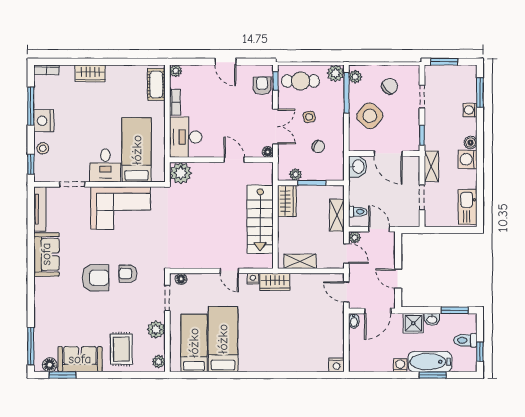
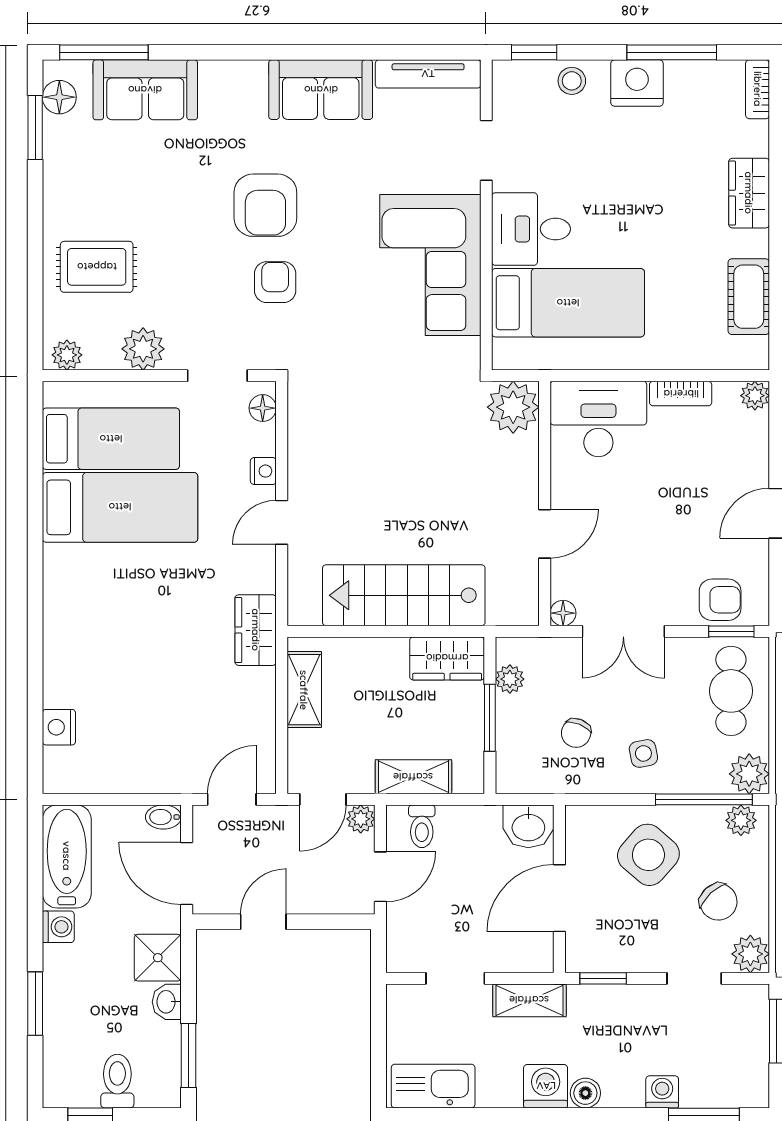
plant: (412, 73) -> (750, 954), added
cot: (156, 84) -> (749, 297), moved, turned 90
side table: (309, 117) -> (643, 753), moved
nightstand: (253, 279) -> (263, 471), moved
sofa: (80, 359) -> (145, 90), moved, turned 90
bathtub: (430, 362) -> (67, 856), moved
nightstand: (336, 365) -> (59, 727), moved

